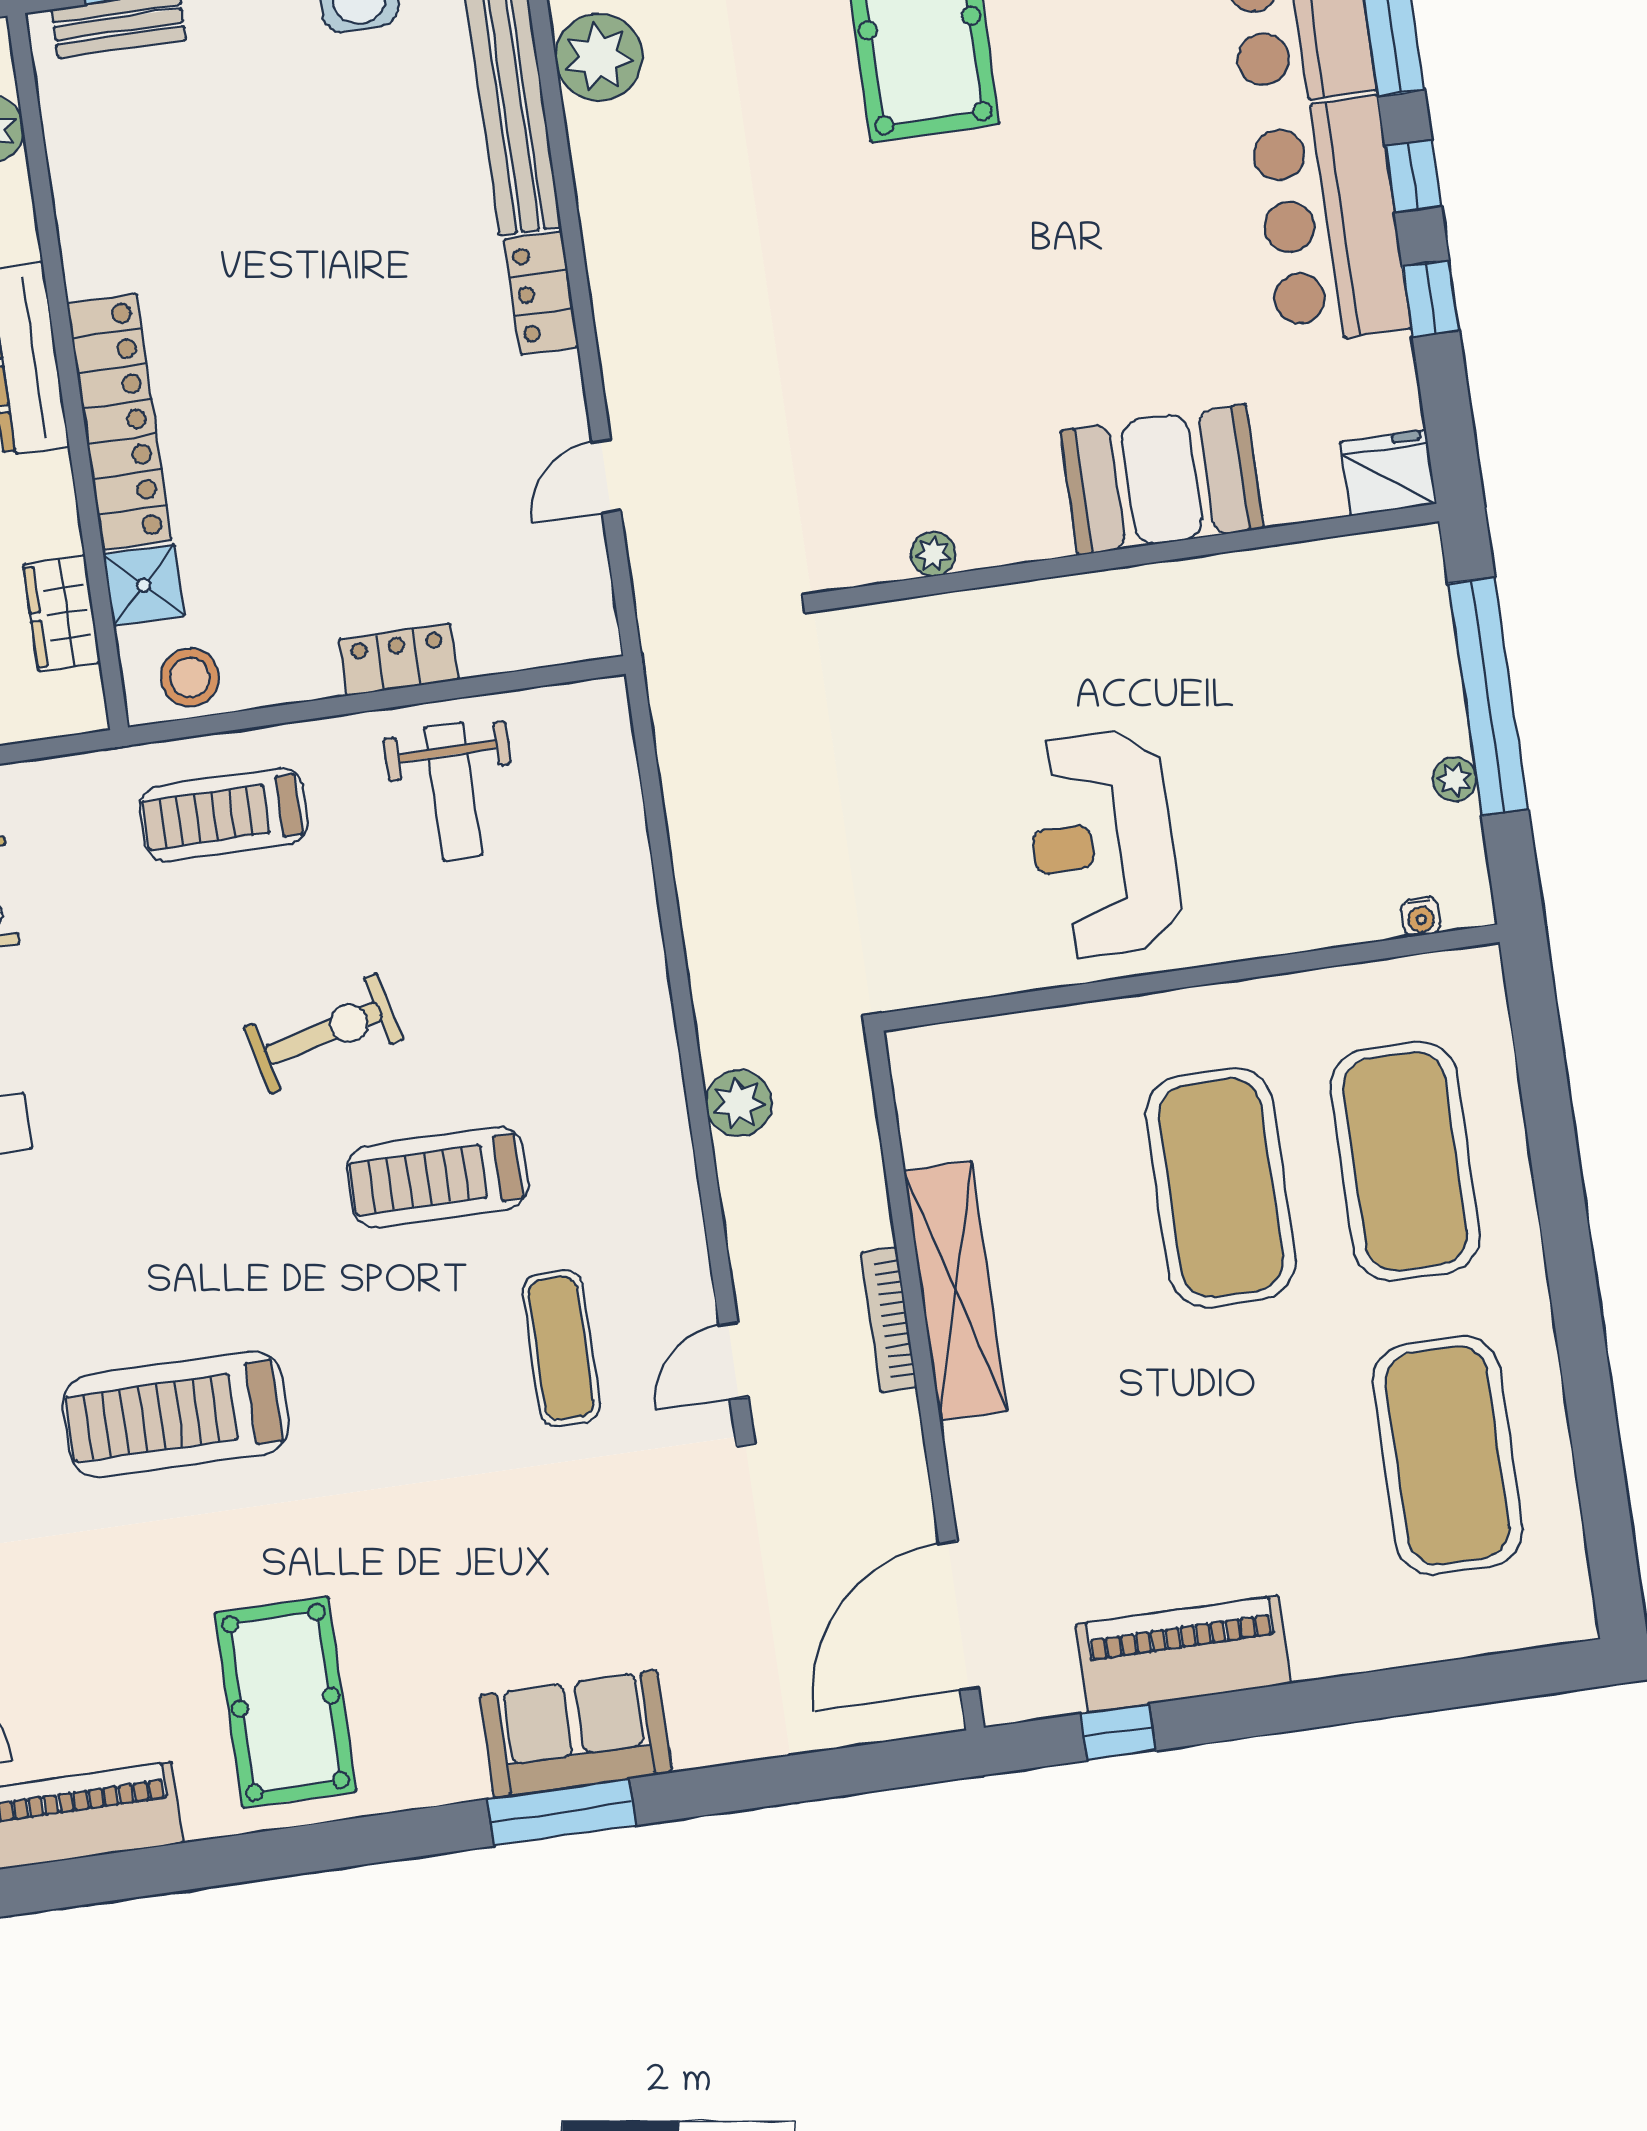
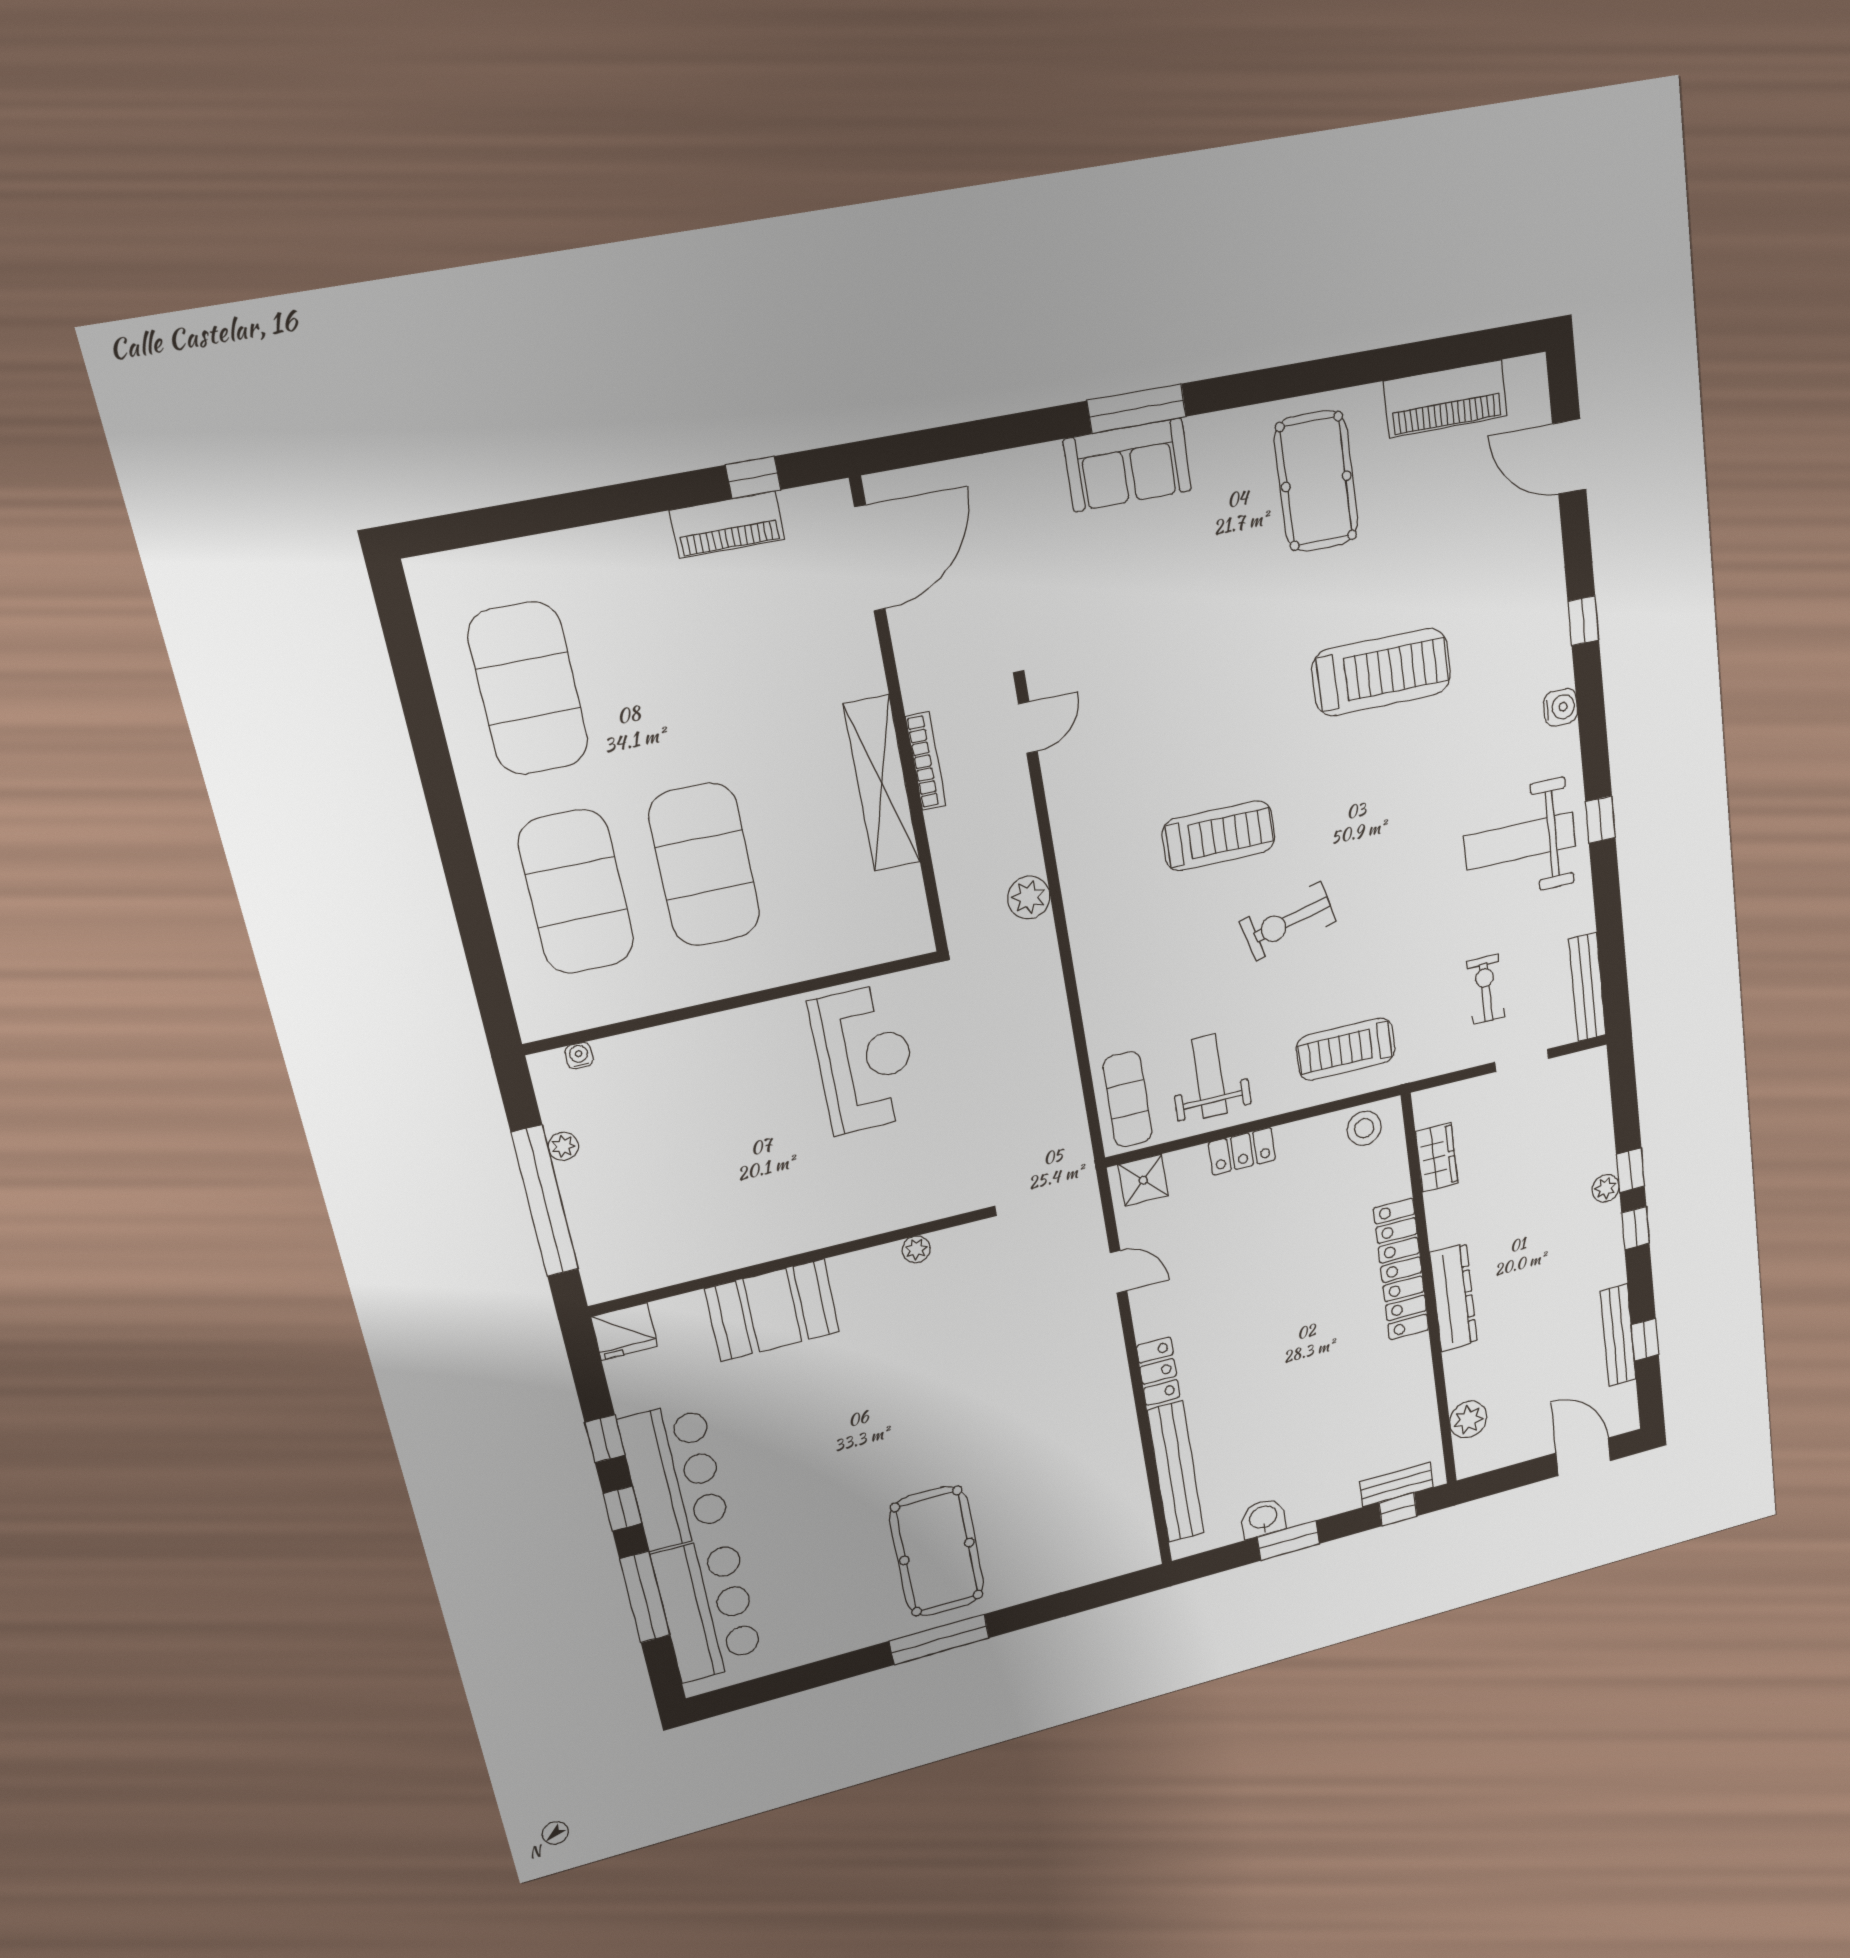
plant: (599, 57) -> (1126, 1506), removed
door: (606, 476) -> (1119, 1272), hinge flipped
shower: (144, 585) -> (1143, 1180), moved
treadmill: (224, 815) -> (1346, 1049), turned 180
reception desk: (1103, 844) -> (865, 1059), moved
exercise mat: (561, 1348) -> (1128, 1099), moved
piano: (1183, 1654) -> (727, 525), width x0.73, depth x0.75

